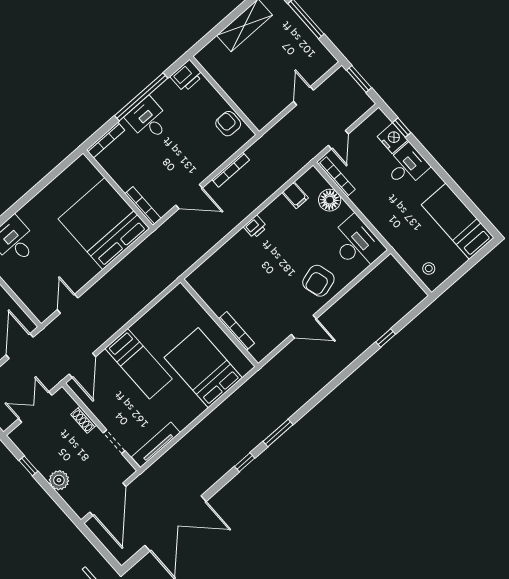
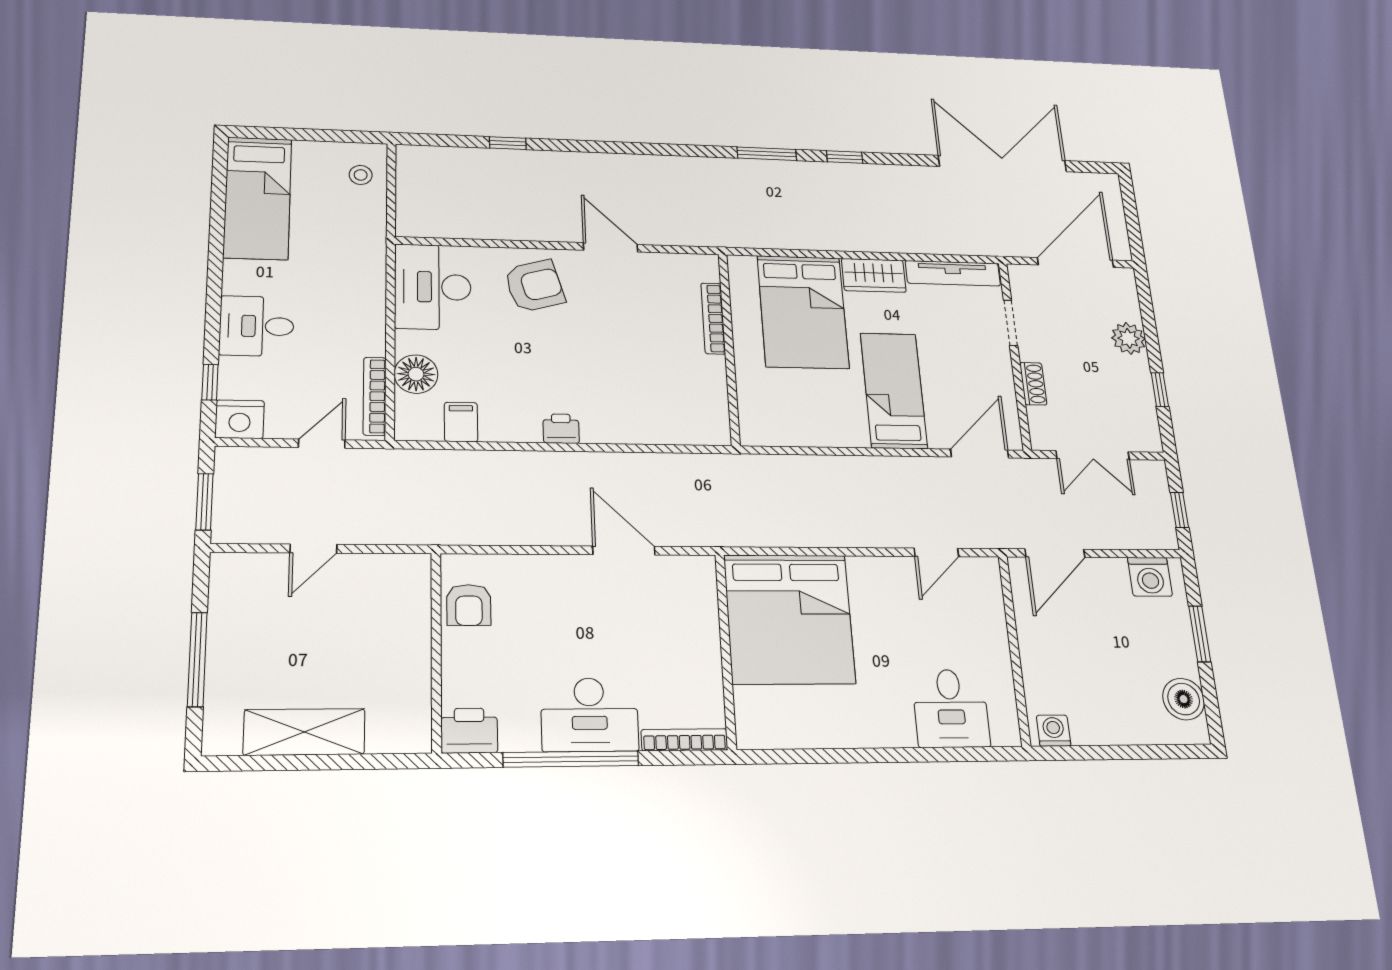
desk: (148, 120) -> (590, 715), width x1.37
nightstand: (393, 138) -> (240, 419), moved, turned -90
bookcase: (231, 170) -> (526, 536), removed
bookcase: (143, 206) -> (707, 595), removed
wardrobe: (188, 413) -> (874, 275), added

